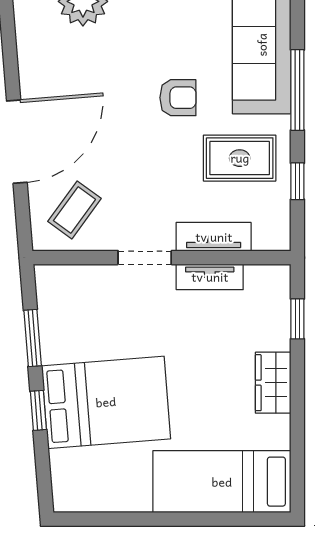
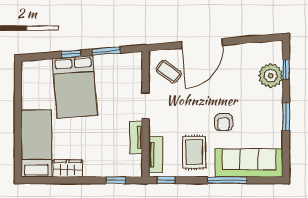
door: (17, 142) -> (202, 43), hinge flipped
window: (297, 181) -> (166, 180), moved
tv unit: (214, 237) -> (156, 155), moved
wardrobe: (273, 383) -> (68, 168), moved

